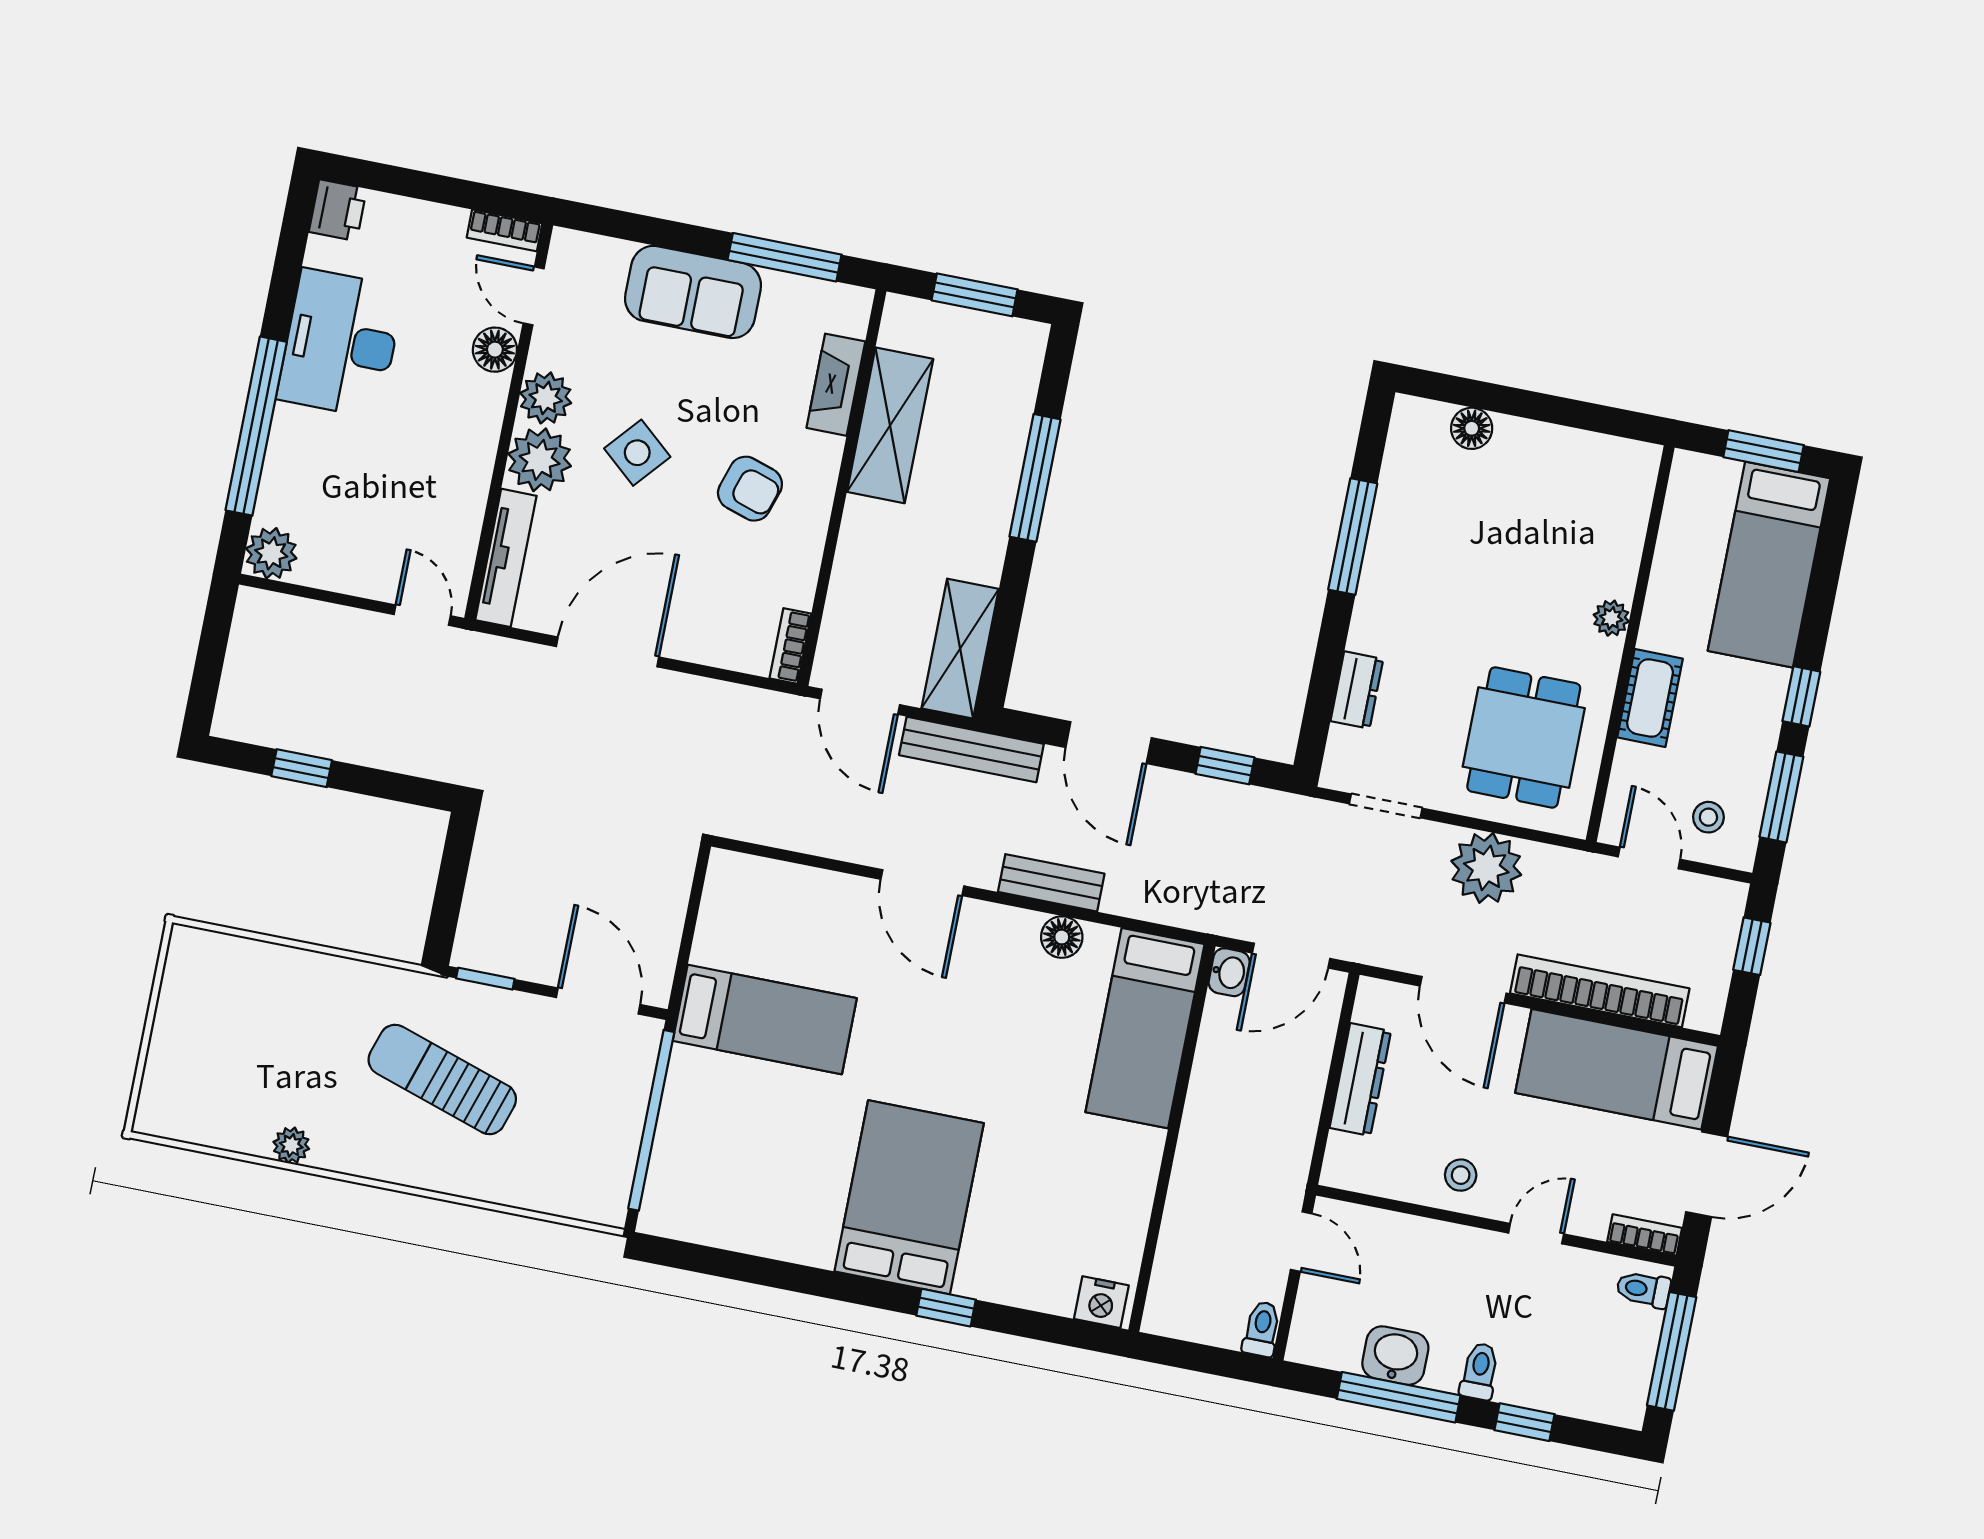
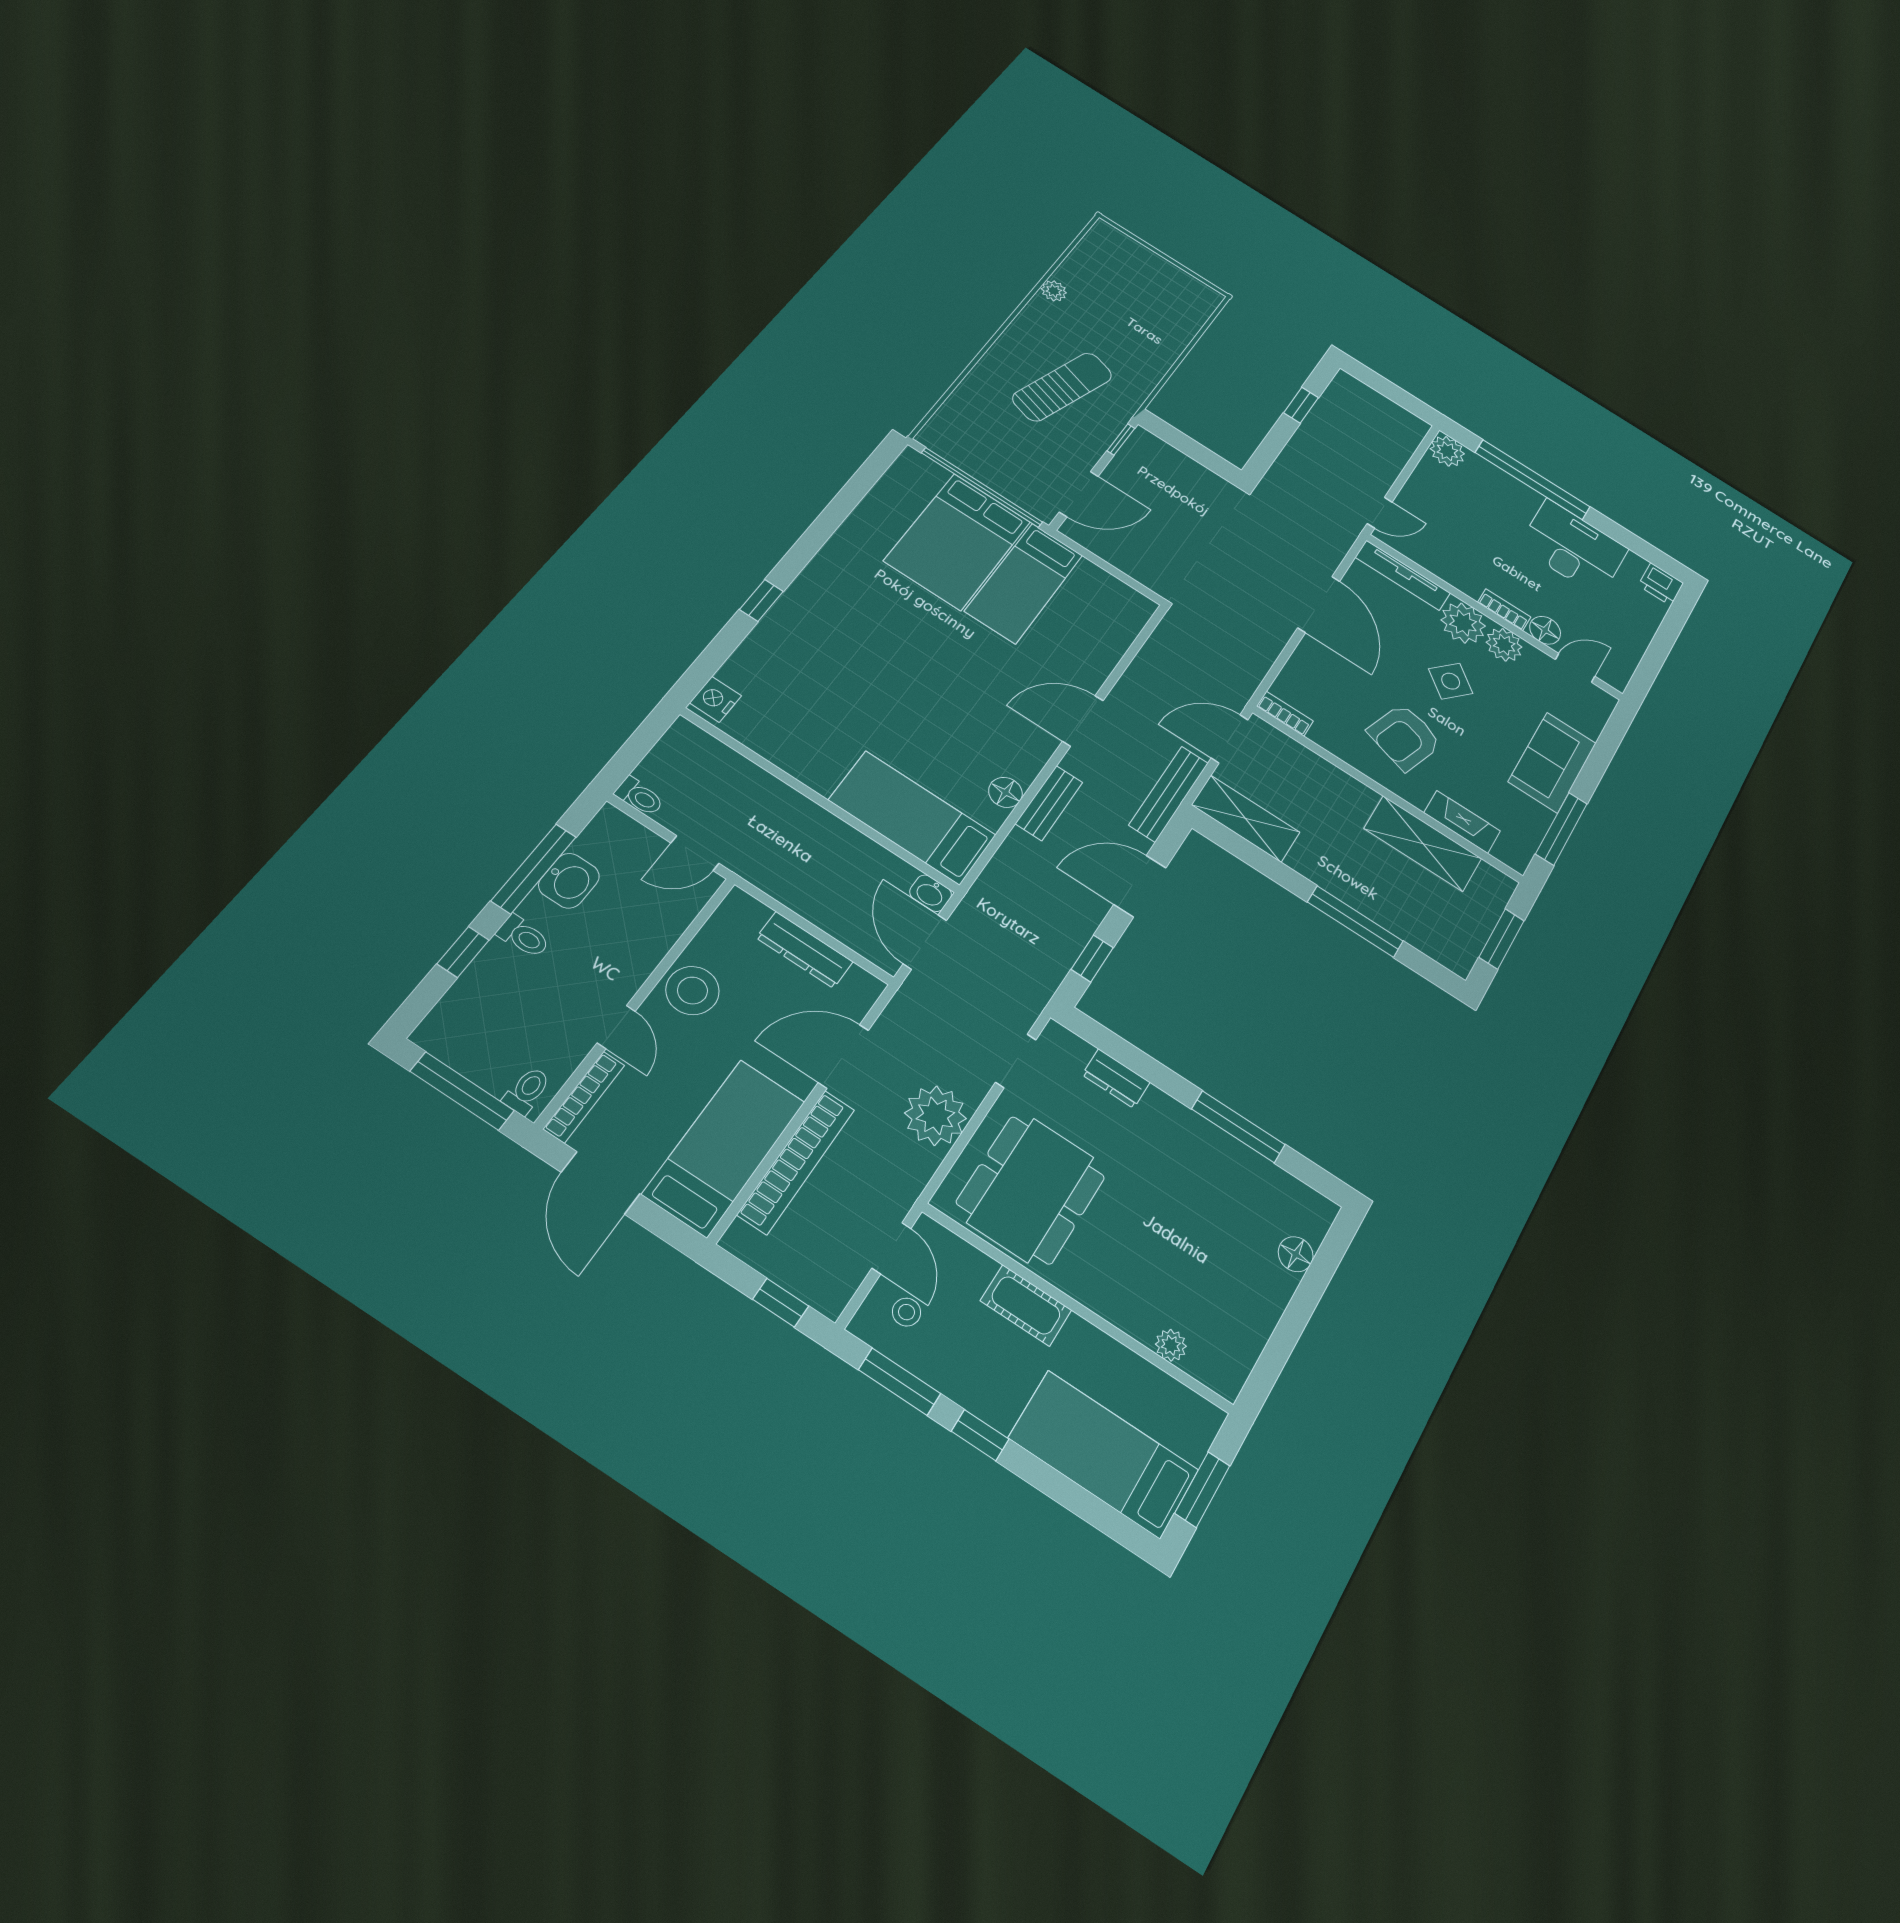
bookcase: (505, 230) -> (1504, 610), moved, turned 90
armchair: (750, 489) -> (1405, 737), width x1.38, depth x1.38
plant: (1611, 618) -> (1171, 1345), moved
dining table: (1524, 737) -> (1031, 1190), width x1.38
door: (1649, 858) -> (891, 1248), hinge flipped
stool: (1461, 1175) -> (692, 991), width x1.89, depth x1.89
bed: (909, 1197) -> (957, 541), moved, turned 90
bookcase: (1645, 1235) -> (584, 1097), width x1.56

